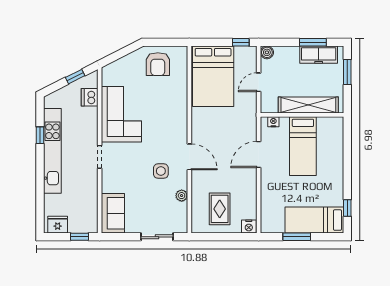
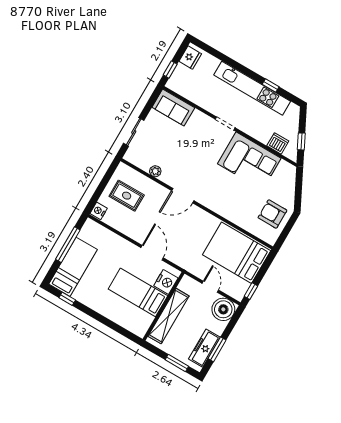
boiler: (267, 52) -> (223, 309), width x1.86, depth x1.86
nightstand: (273, 122) -> (166, 282), width x1.89, depth x1.79
side table: (161, 171) -> (185, 166), removed
window: (297, 237) -> (68, 245), width x1.44

